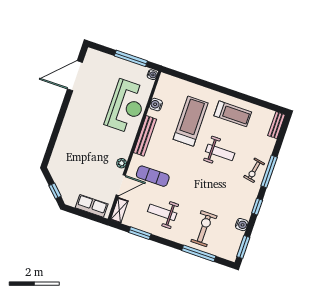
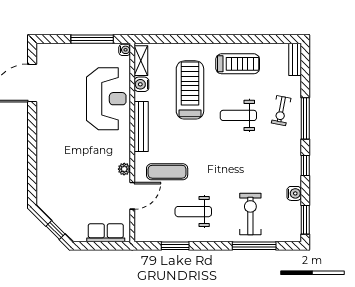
weight bench: (220, 152) -> (238, 115), turned 180
exercise bike: (254, 170) -> (281, 111), moved
shelving: (119, 210) -> (141, 61), moved

